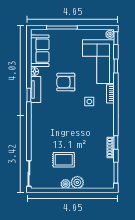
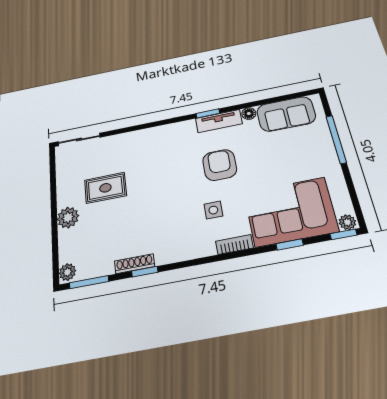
armchair: (66, 82) -> (220, 165), moved
rug: (64, 160) -> (105, 188), turned 90
plant: (66, 184) -> (67, 272), moved

